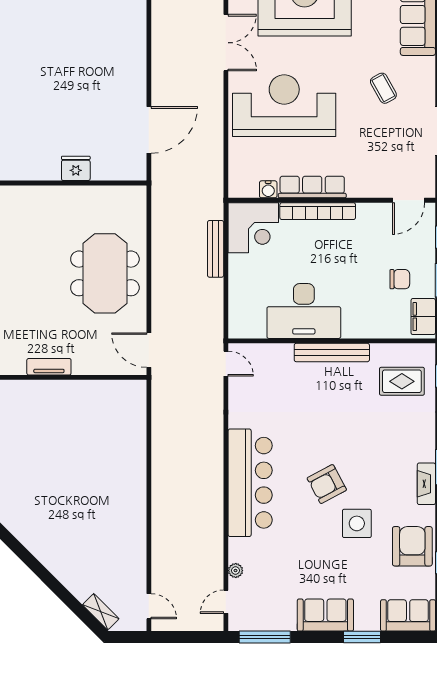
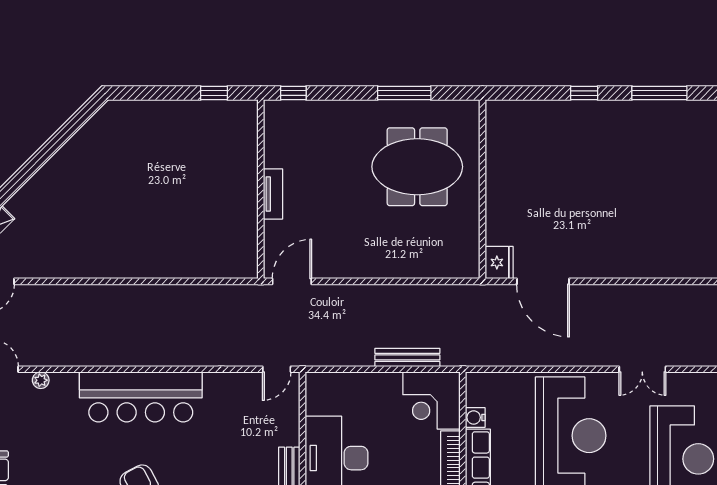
double door: (226, 43) -> (642, 369), width x0.73
fridge: (76, 168) -> (499, 263), moved
meeting table: (105, 273) -> (417, 167), moved
tv unit: (49, 367) -> (273, 194), moved

